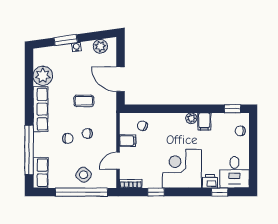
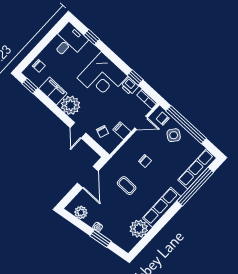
door: (162, 109) -> (78, 130), added
plant: (191, 118) -> (71, 105), width x1.88, depth x1.88
filing cabinet: (204, 121) -> (53, 91), width x2.00
chair: (68, 138) -> (163, 119), moved
row of seats: (40, 173) -> (197, 169), width x1.48
printer: (210, 181) -> (130, 86), moved

